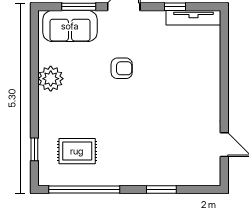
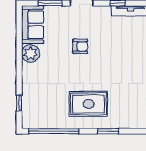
sofa: (70, 26) -> (33, 25), moved, turned -90
rug: (77, 151) -> (89, 104), moved, width x1.36, depth x1.43

